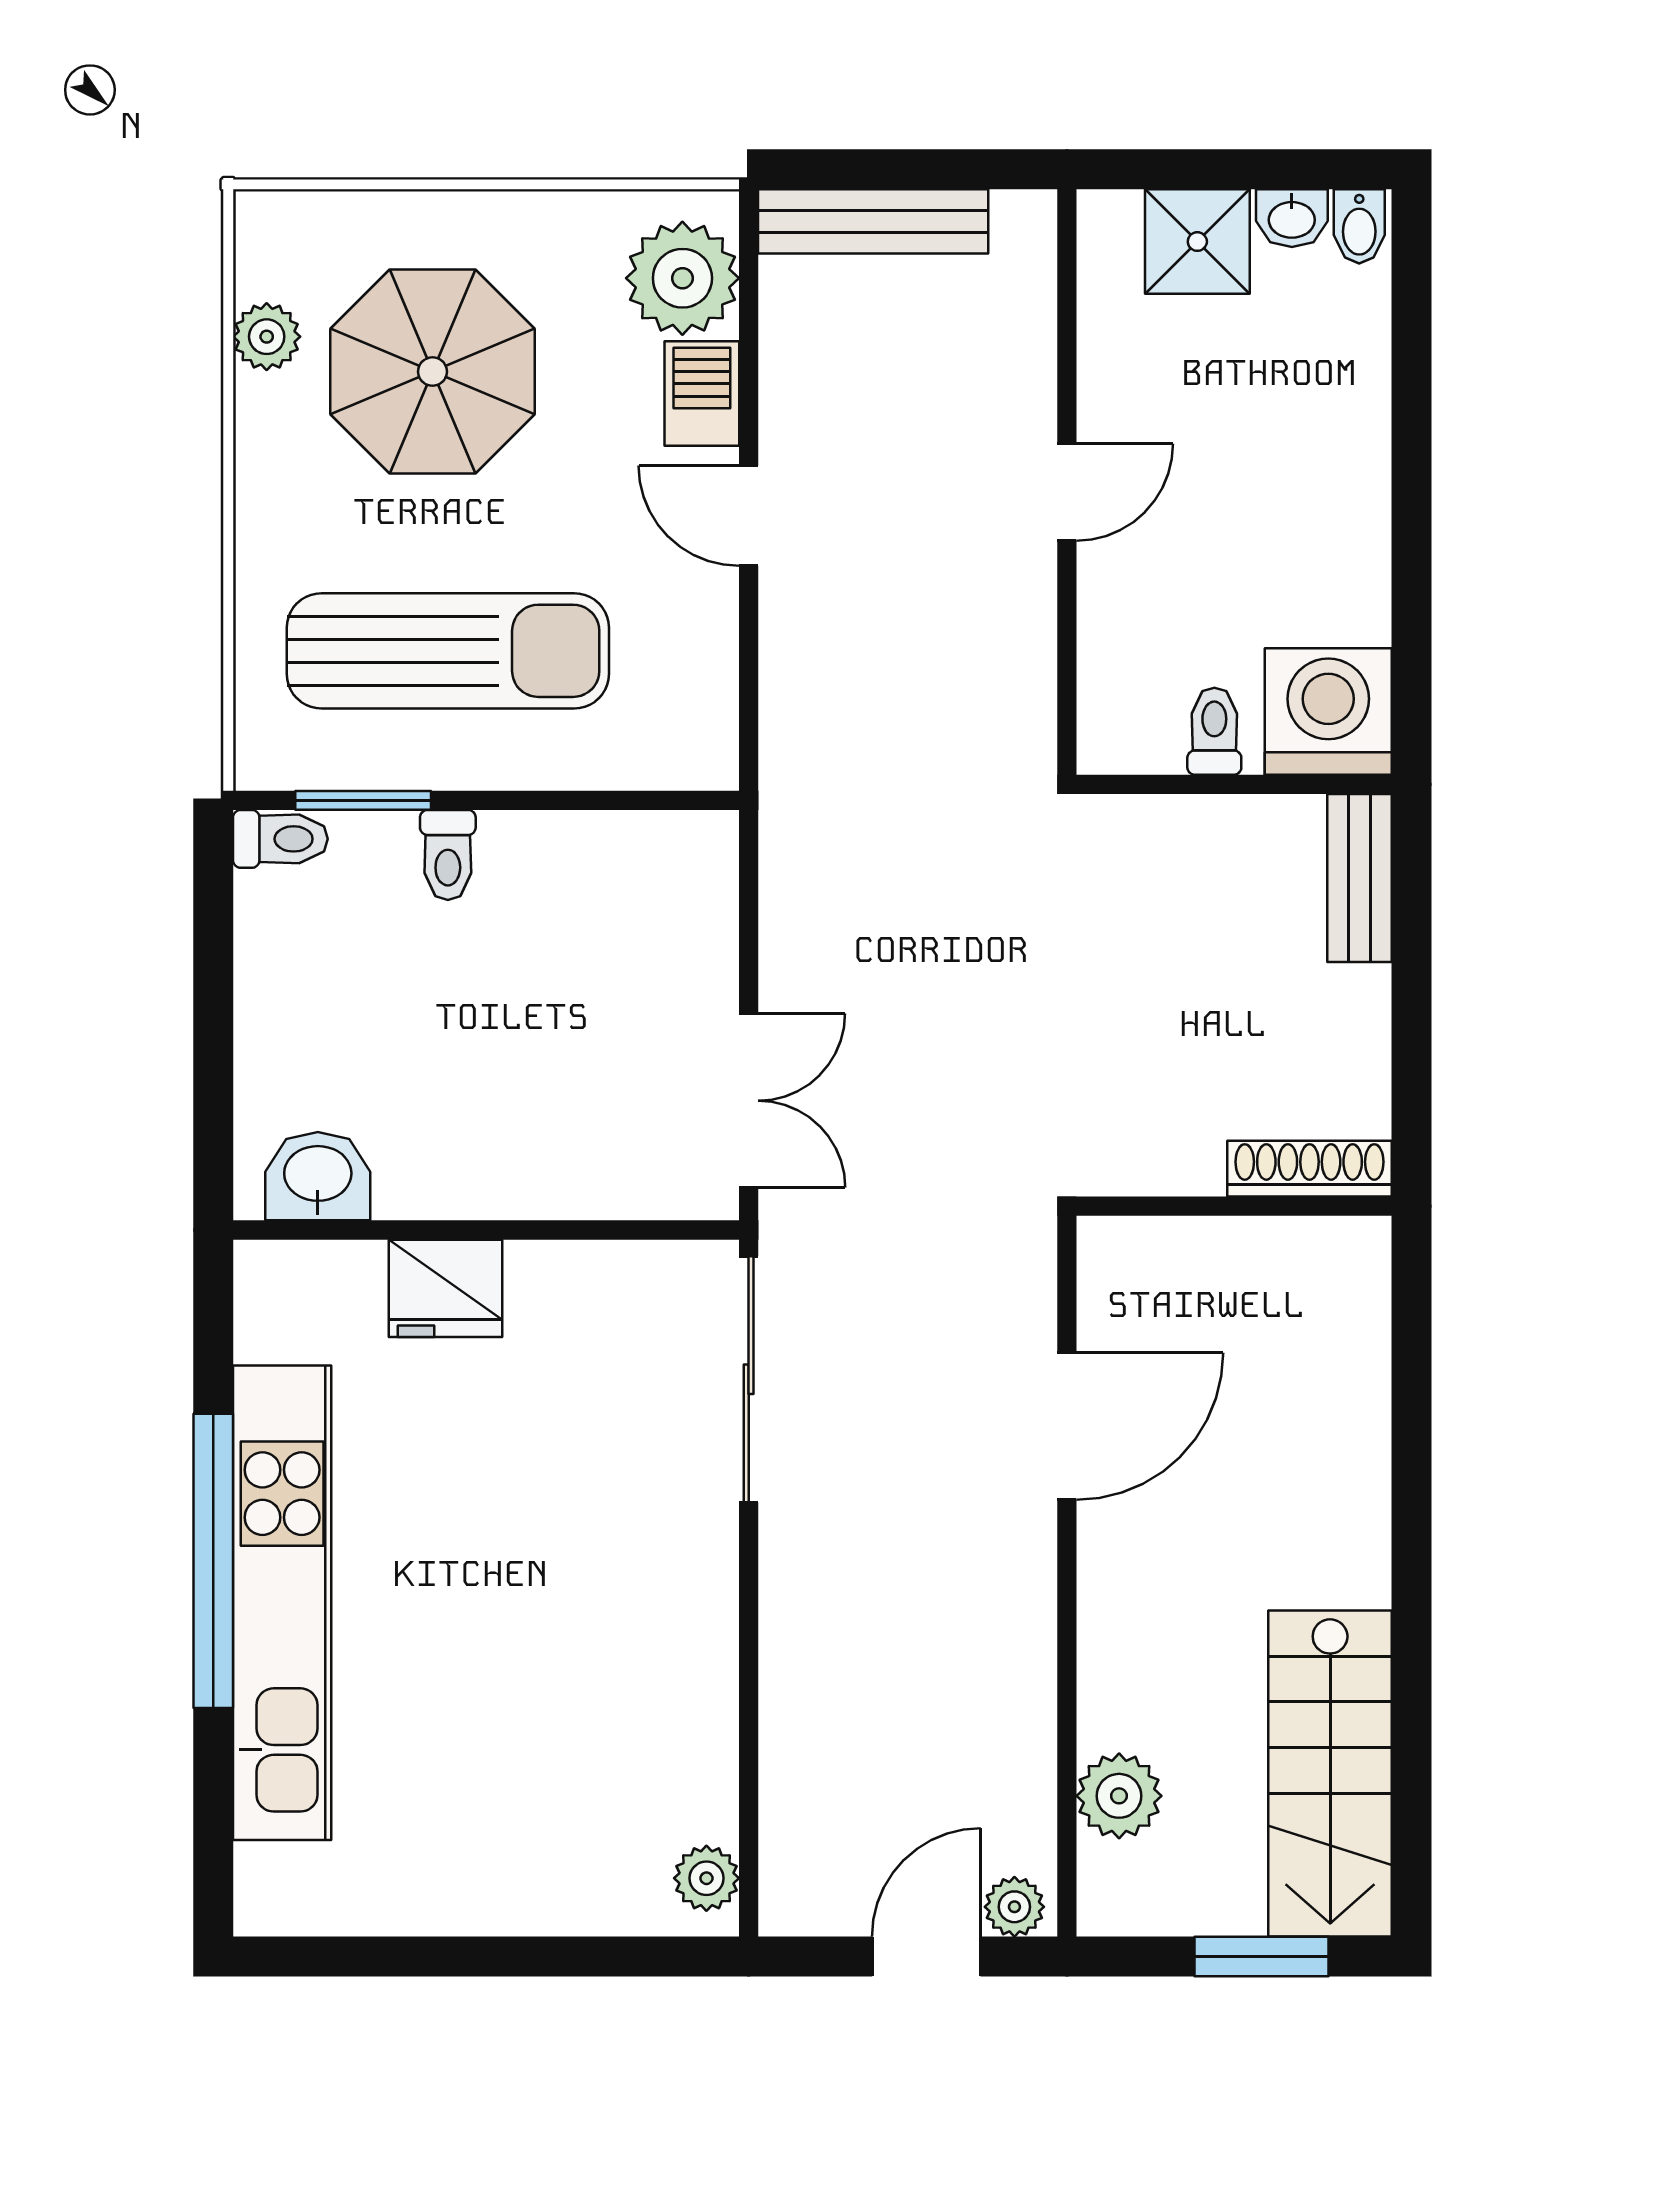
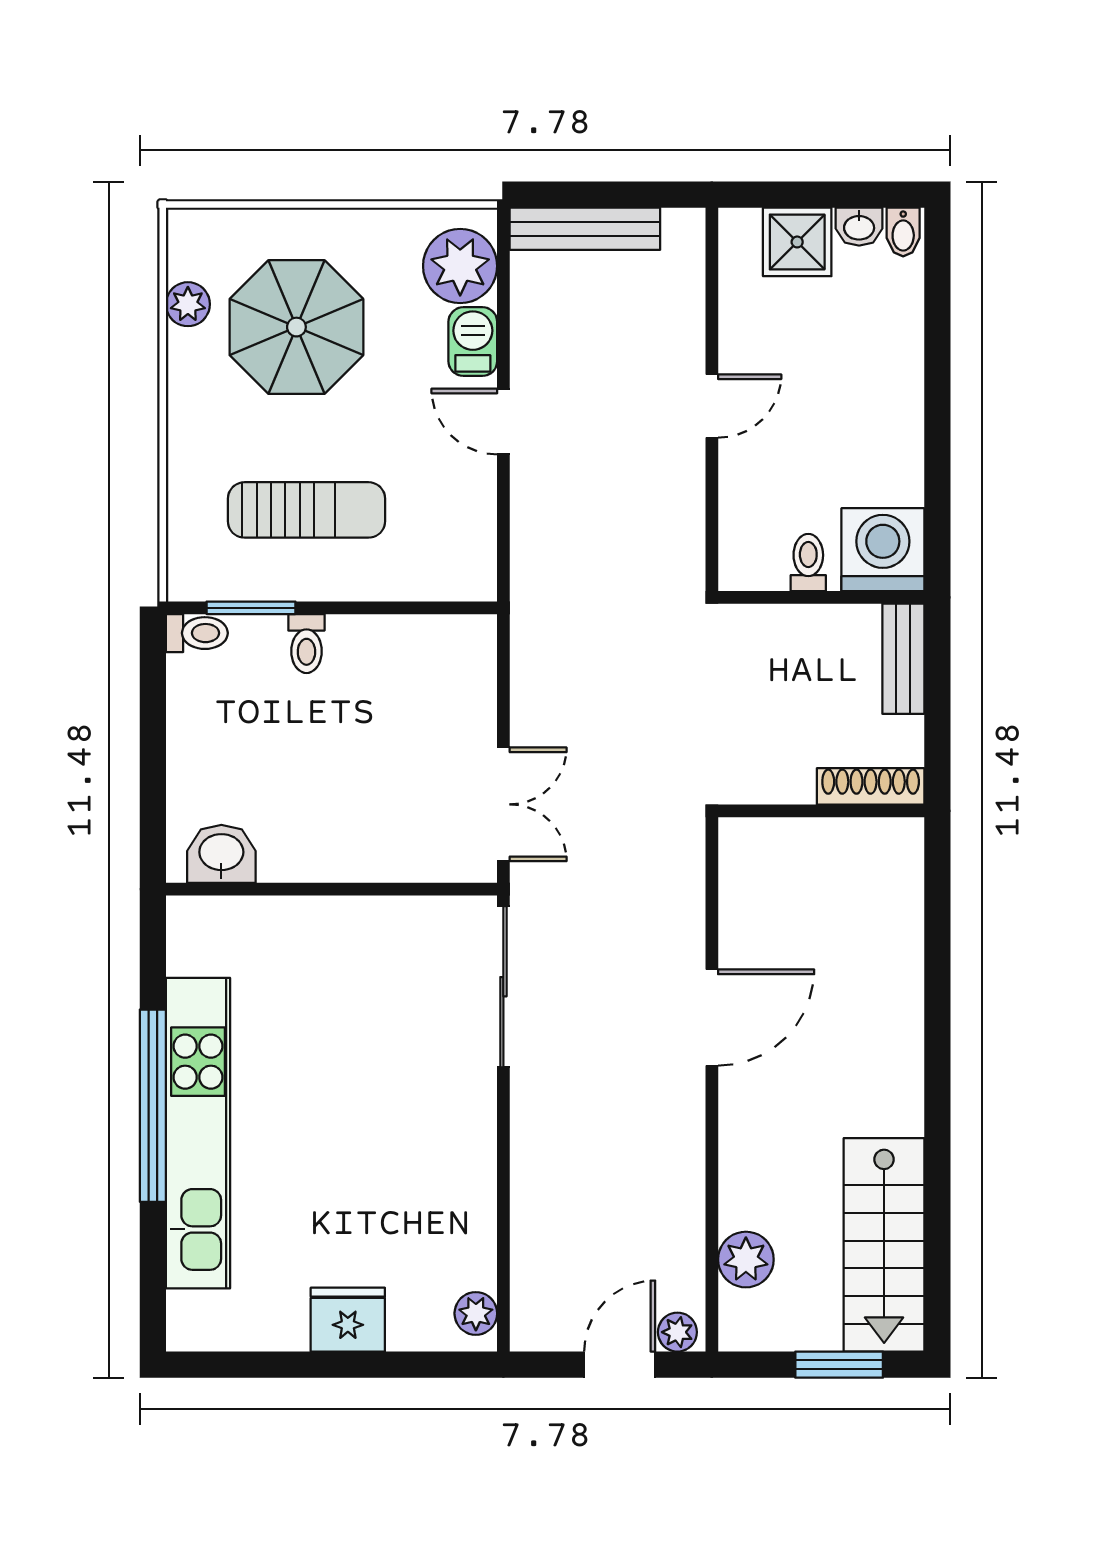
sun lounger: (448, 651) -> (306, 510), width x0.73, depth x0.75
shoe rack: (1309, 1169) -> (871, 786), moved
wall: (1234, 1206) -> (821, 811), moved
fridge: (446, 1288) -> (348, 1320), moved, turned 180

